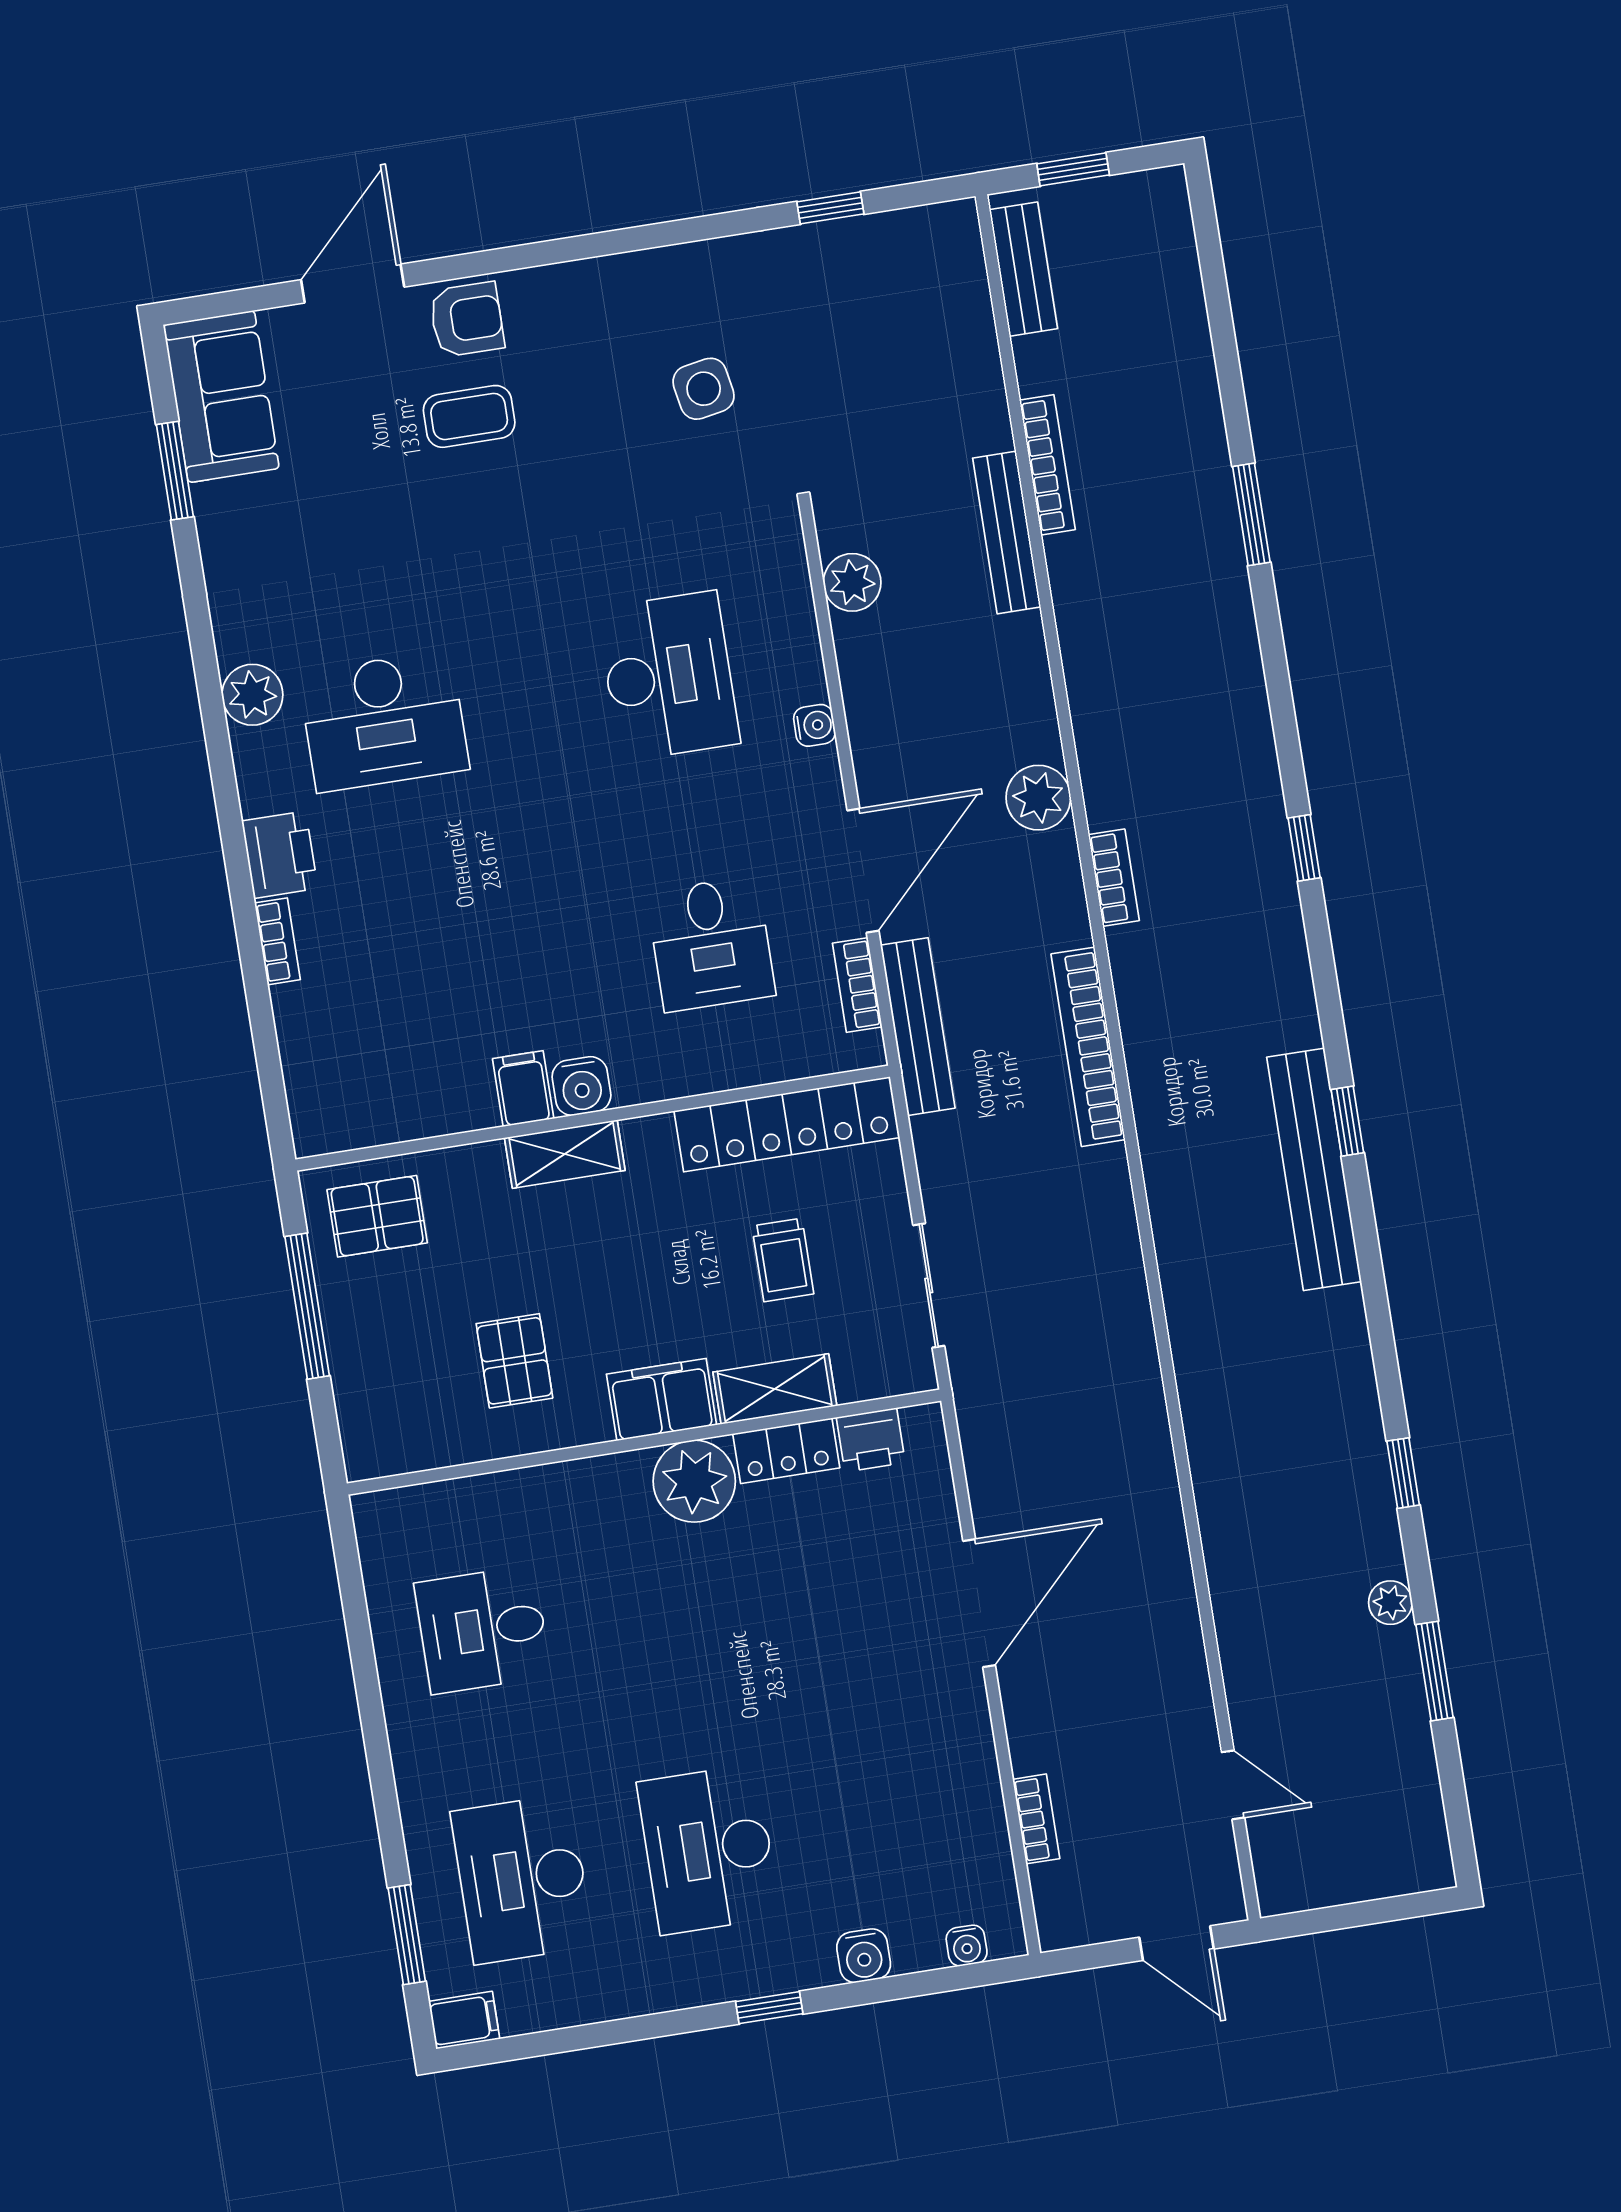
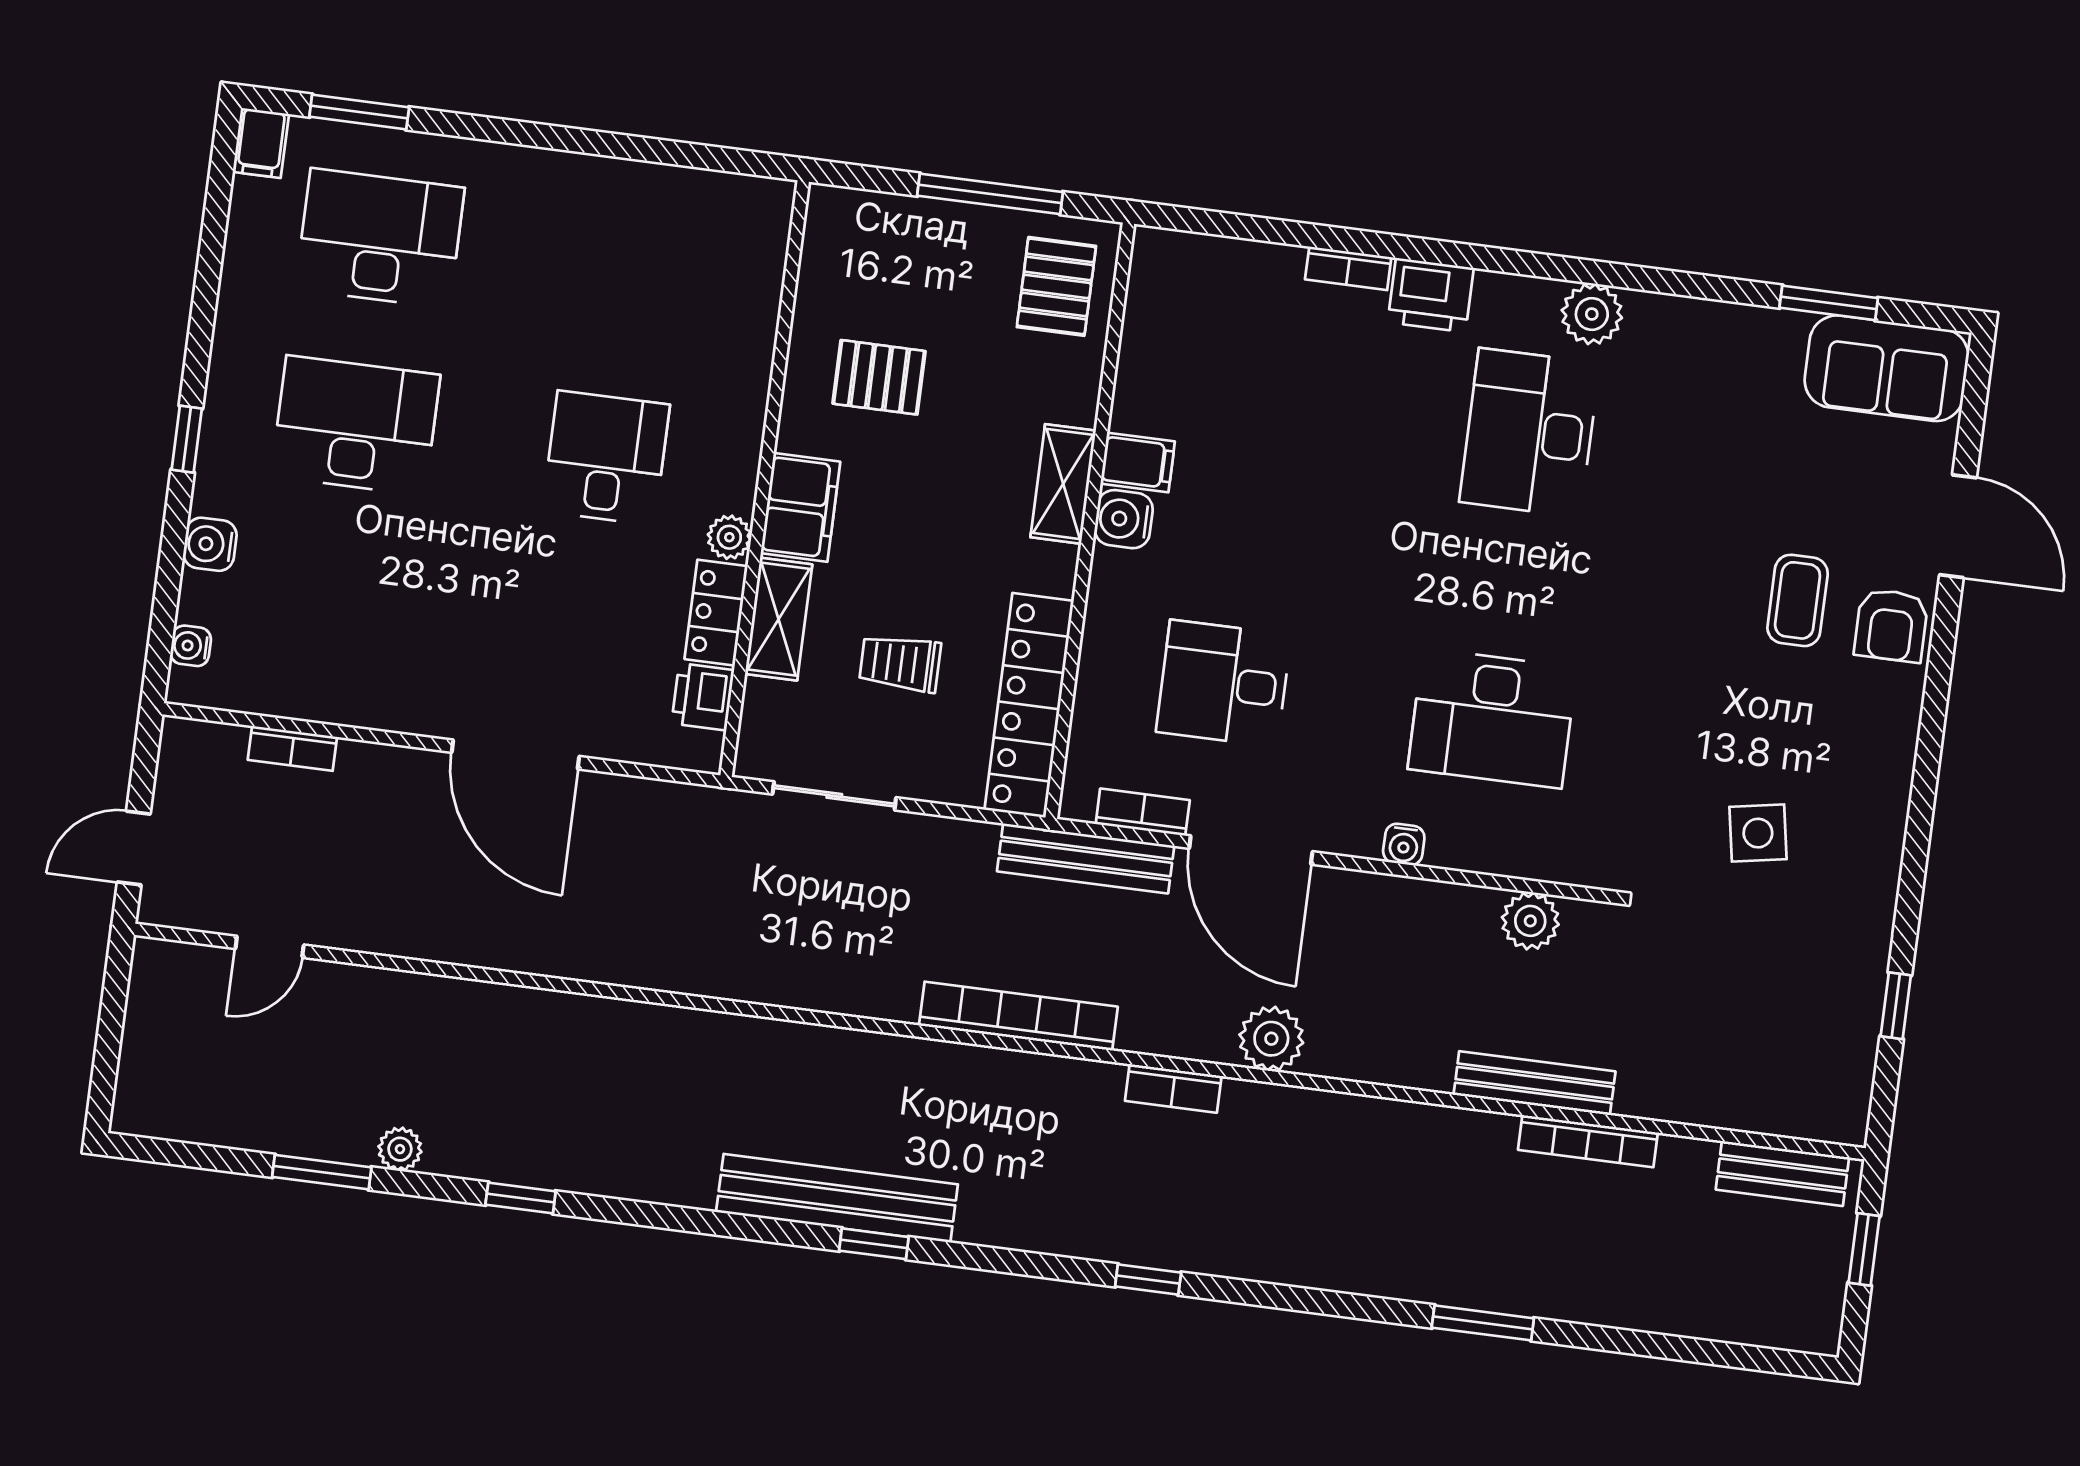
plant: (694, 1481) -> (729, 537), width x0.53, depth x0.53
desk: (483, 1630) -> (606, 458), moved

